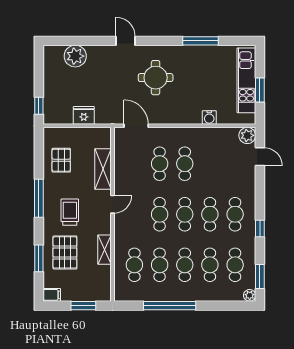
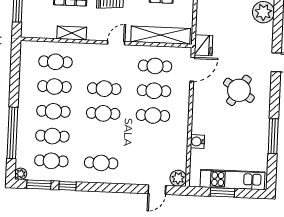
round table: (156, 78) -> (239, 90), turned 33
fridge: (84, 115) -> (203, 45), moved
shelving: (103, 169) -> (161, 35), width x1.47
door: (113, 204) -> (116, 43), swing flipped
cafe table: (210, 214) -> (155, 66), moved
window: (260, 228) -> (68, 186), moved
window: (170, 306) -> (12, 133), moved

